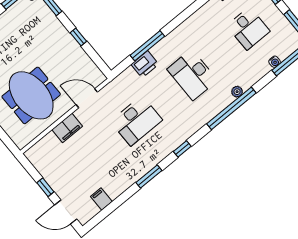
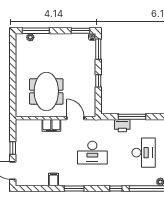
desk: (192, 75) -> (144, 153), turned 180
window: (182, 149) -> (116, 189), moved
filing cabinet: (101, 199) -> (54, 179), moved

